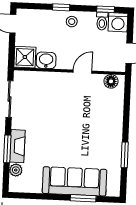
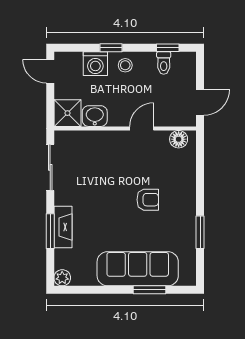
washing machine: (118, 22) -> (95, 64), moved
armchair: (85, 128) -> (148, 200), added
plant: (16, 170) -> (62, 278), moved

